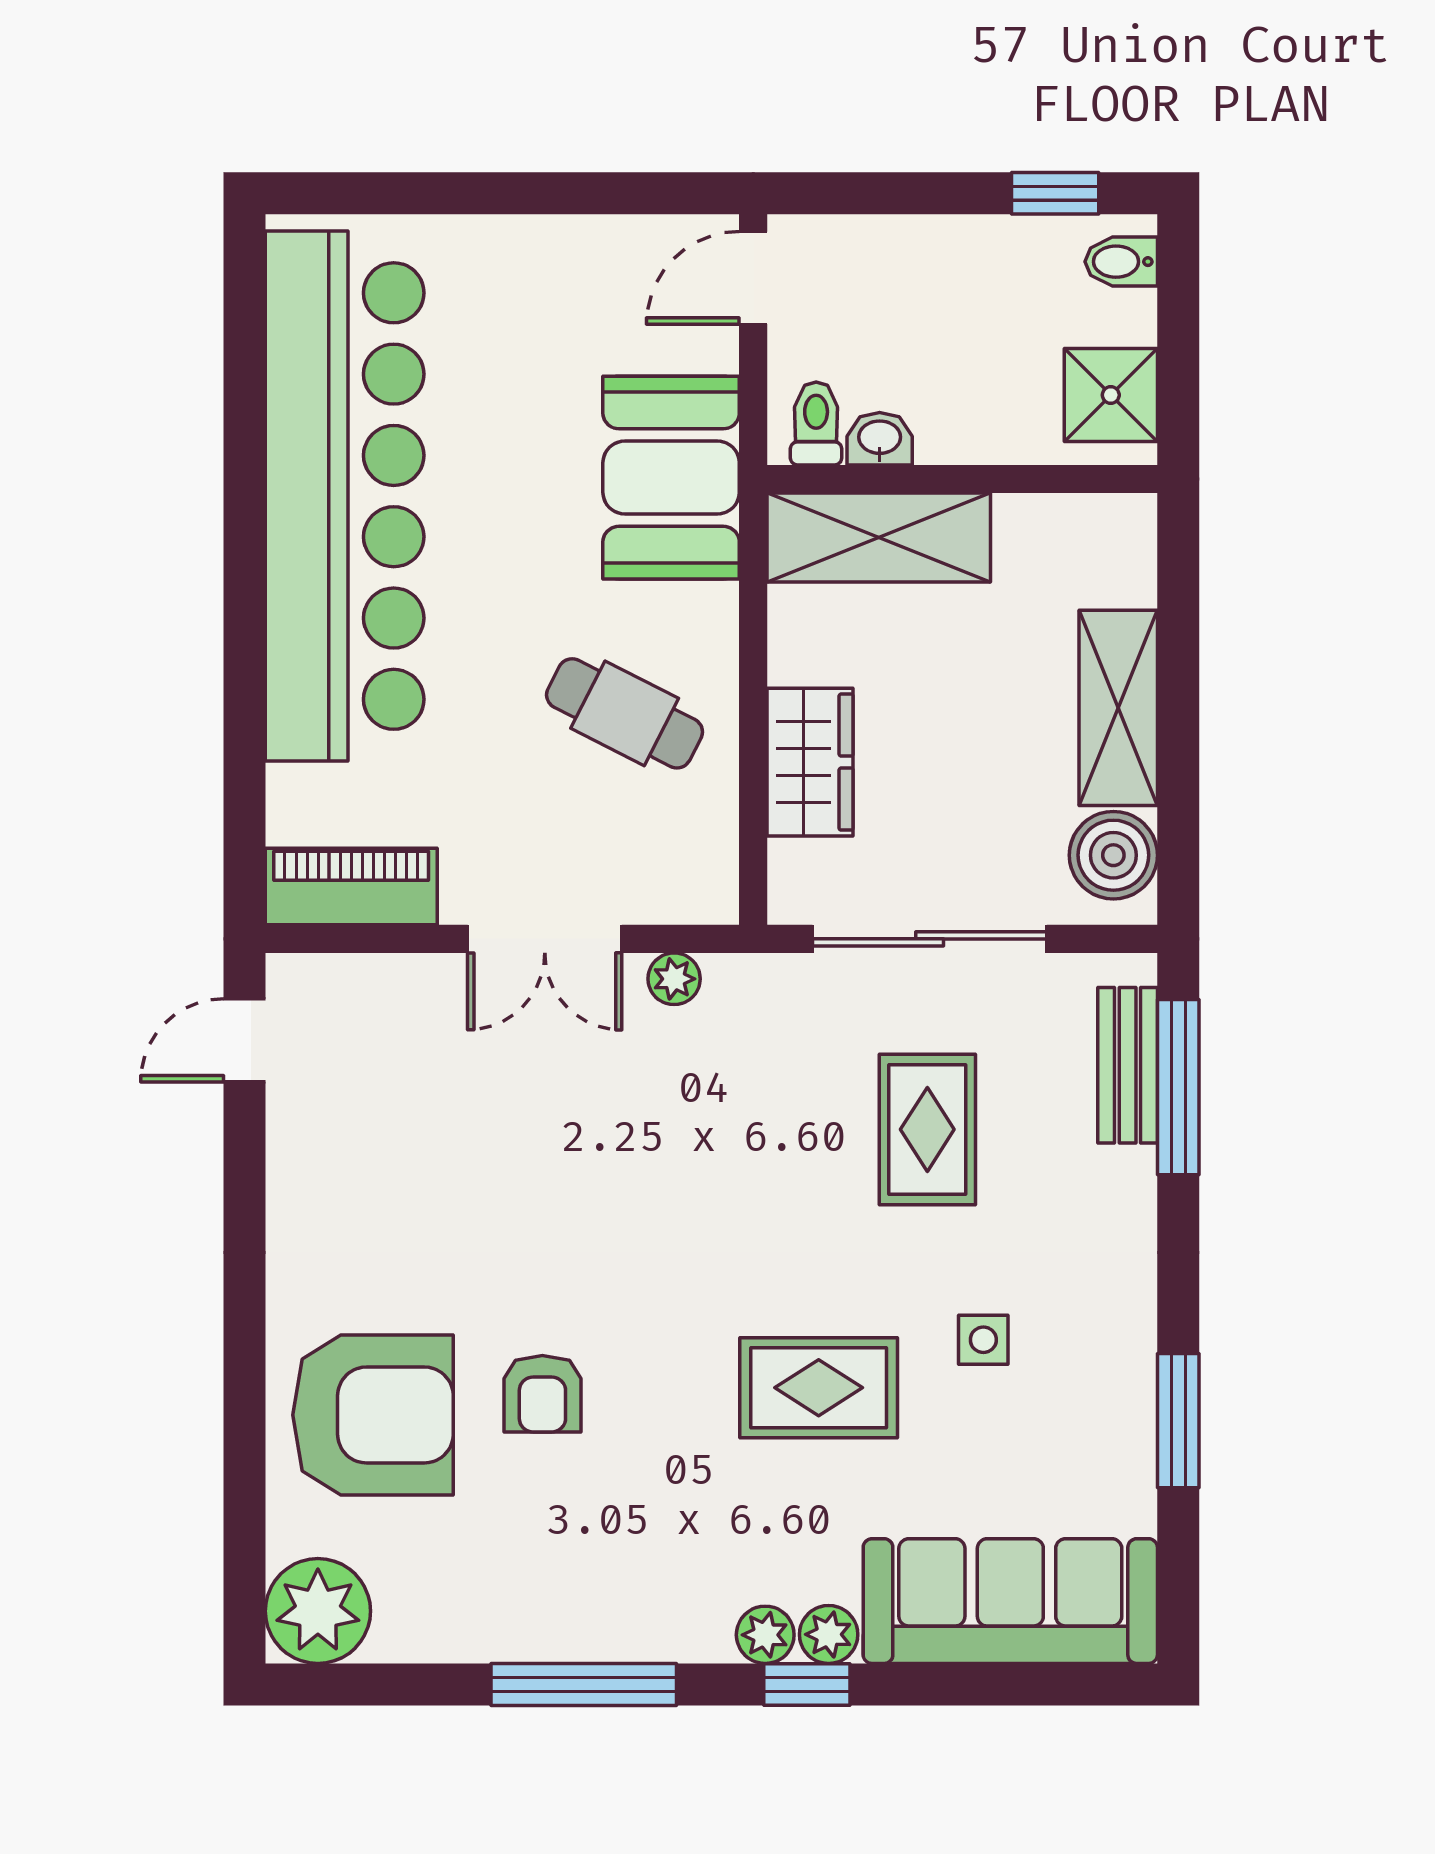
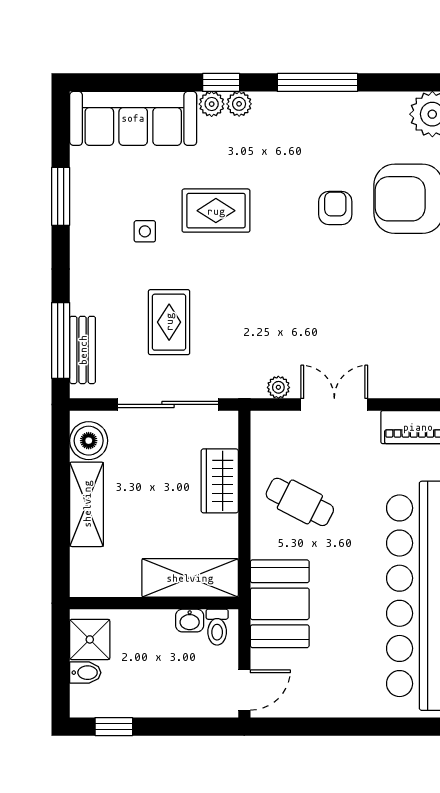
bidet: (1121, 262) -> (85, 673), moved

